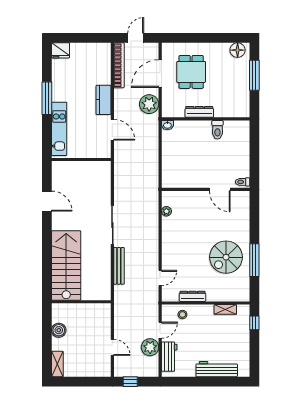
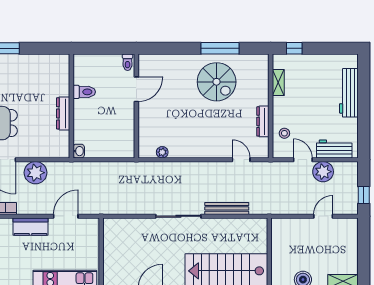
dresser: (199, 112) -> (63, 113), moved
wall: (206, 119) -> (71, 106), moved
washbasin: (167, 125) -> (79, 151), moved
toilet: (217, 130) -> (84, 92), moved

